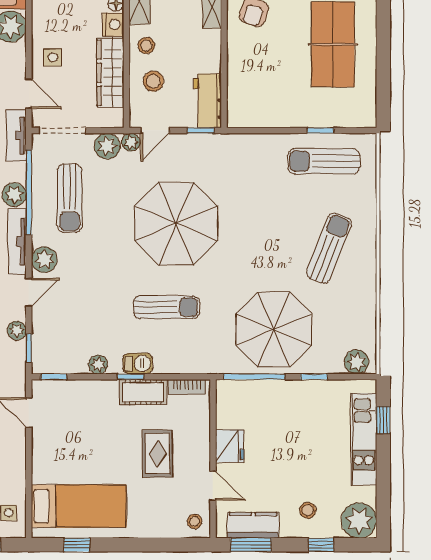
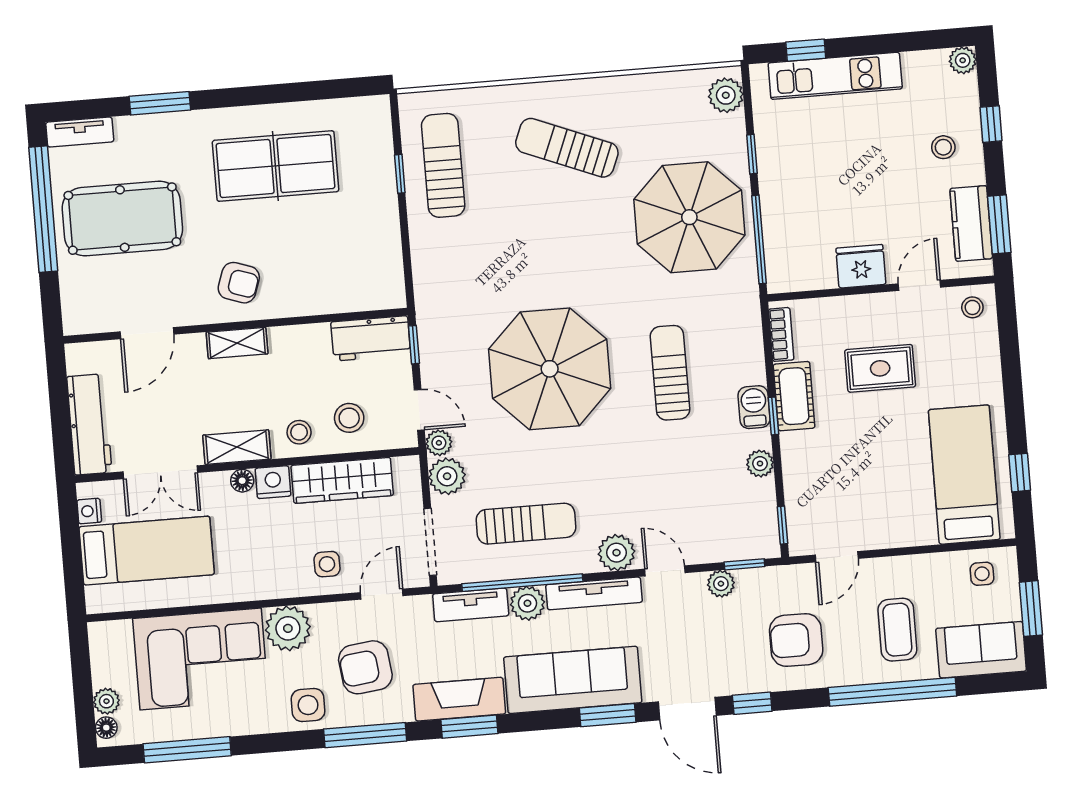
tv unit: (16, 135) -> (471, 605), moved
sun lounger: (324, 161) -> (443, 165), turned 180
plant: (359, 520) -> (963, 60), width x0.53, depth x0.53

